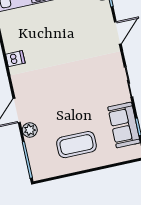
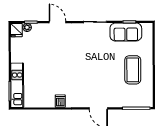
plant: (30, 130) -> (115, 102), removed

